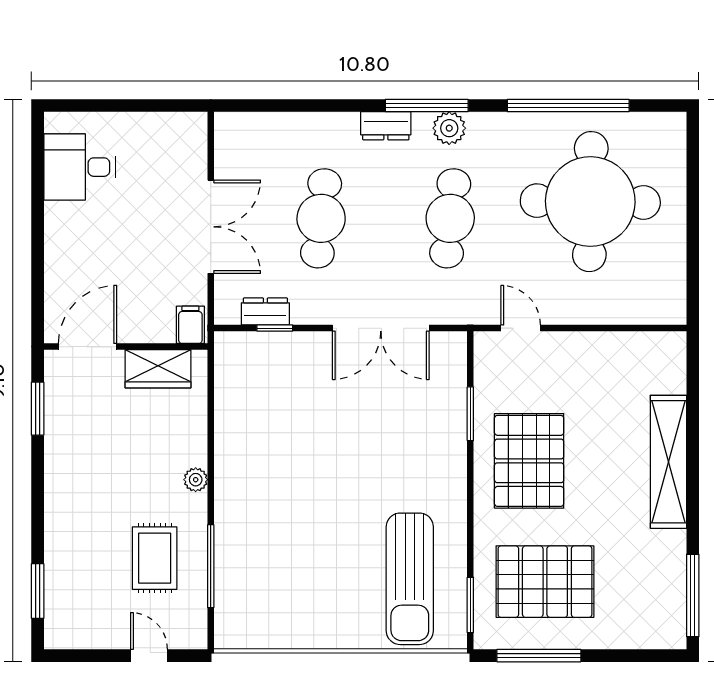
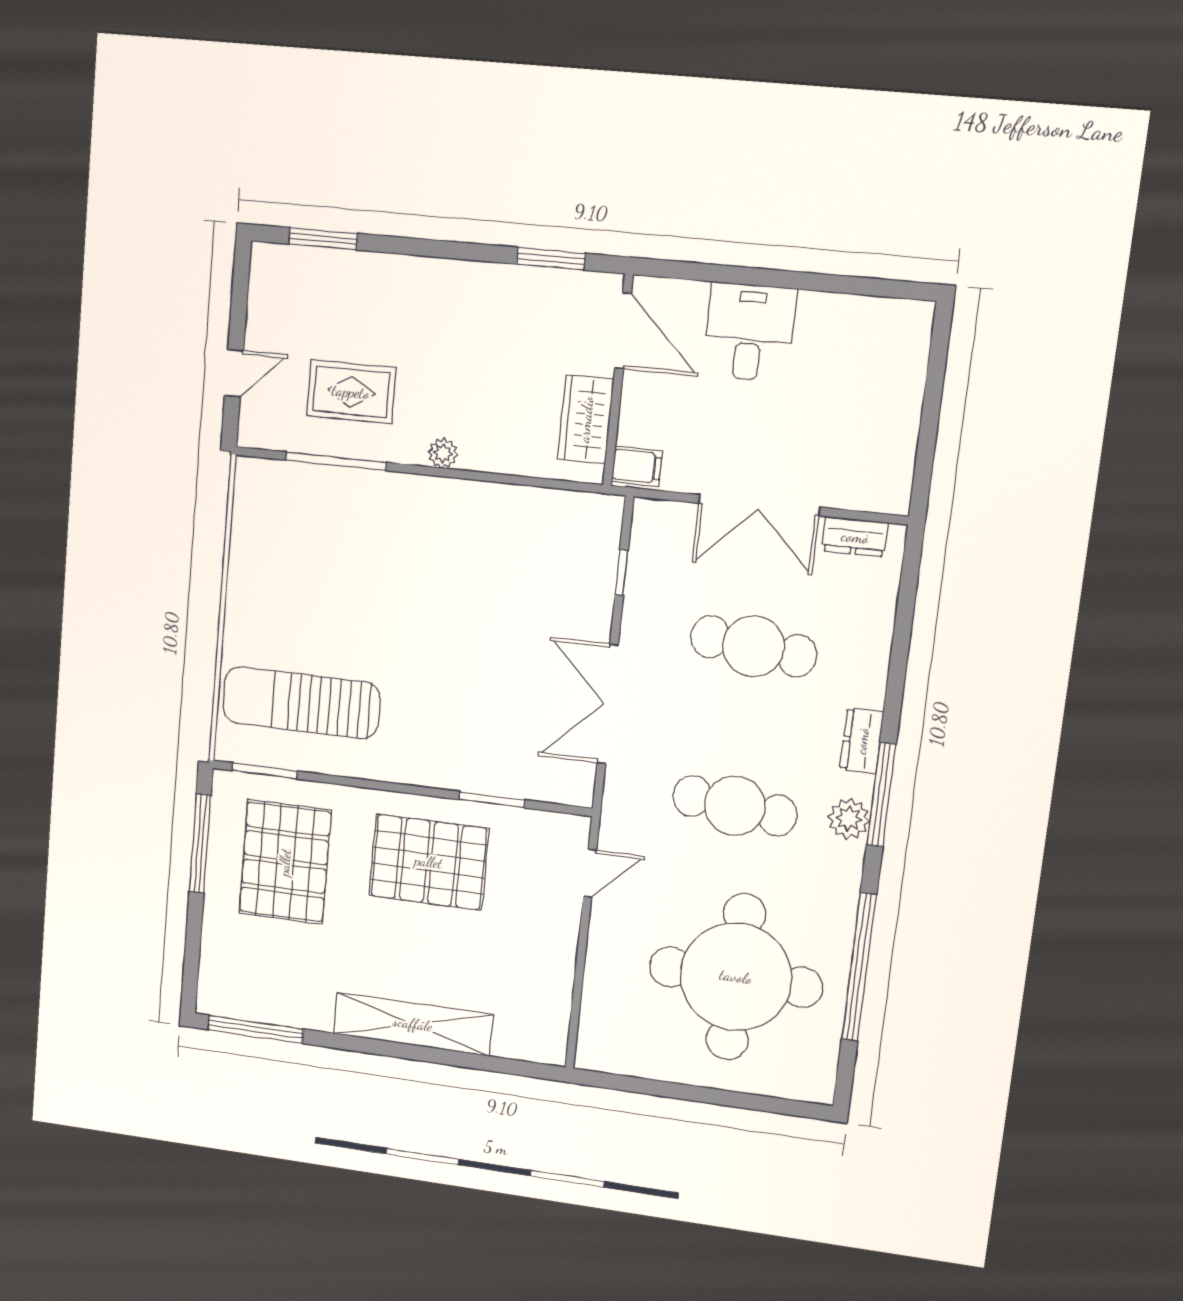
desk: (80, 167) -> (749, 332), moved
dresser: (265, 311) -> (855, 537), moved, turned 90

